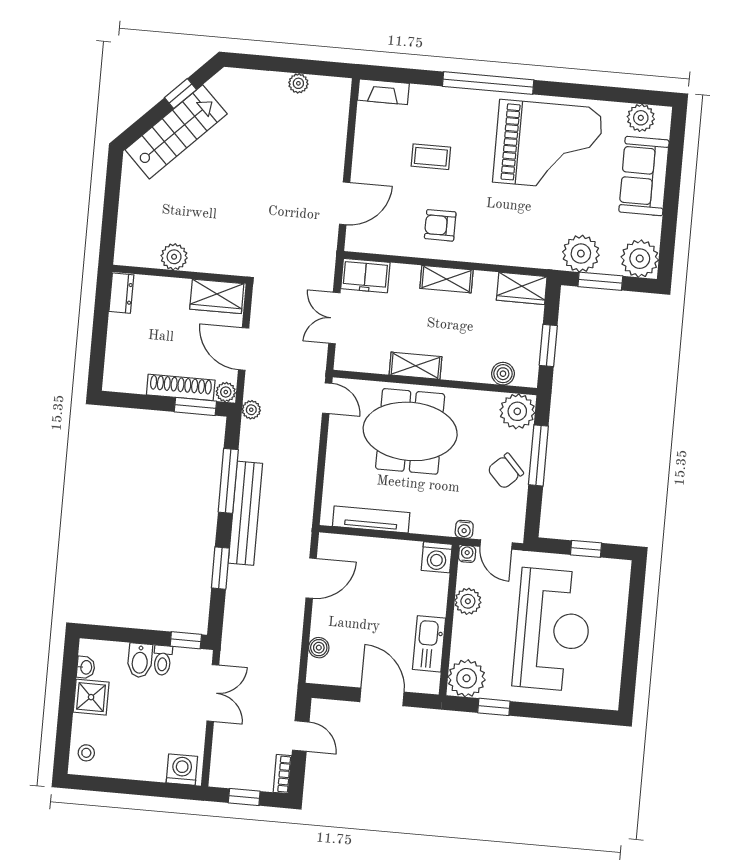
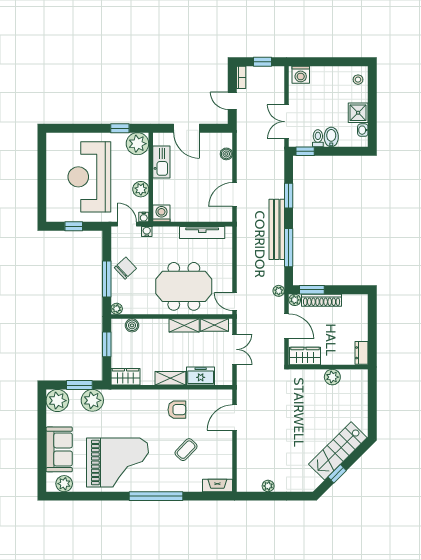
grand piano: (548, 145) -> (118, 463), turned 180
coffee table: (431, 157) -> (186, 450), turned -46
freezer: (365, 276) -> (201, 376), moved
shelving: (365, 362) -> (214, 325), added
plant: (517, 411) -> (117, 309), width x0.53, depth x0.53

